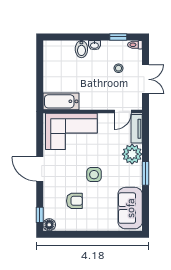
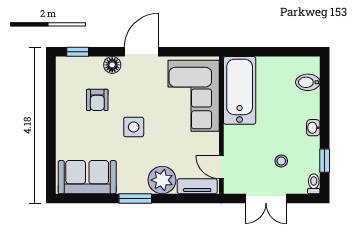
bidet: (81, 49) -> (308, 82), moved
bathtub: (61, 101) -> (240, 90), width x1.36, depth x1.36
floor lamp: (49, 225) -> (112, 65), moved

